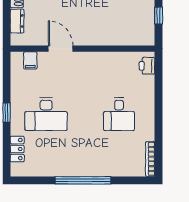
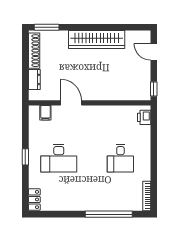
window: (158, 16) -> (154, 89), moved
locker: (17, 149) -> (34, 199), moved
window: (83, 180) -> (109, 214), moved

